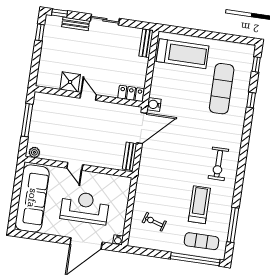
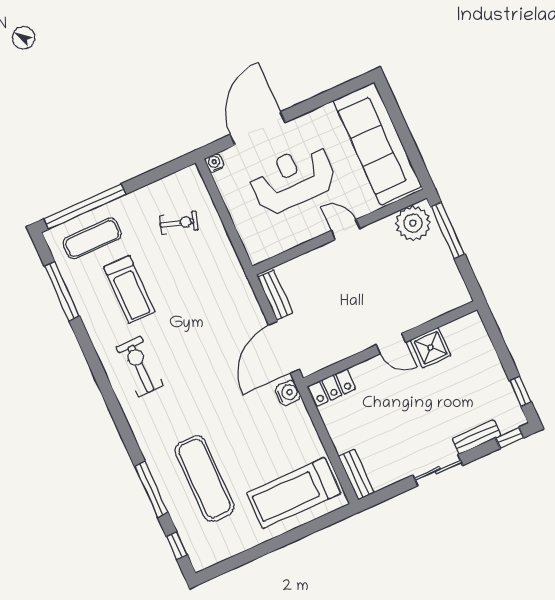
window: (251, 100) -> (151, 489), width x2.17
window: (27, 120) -> (448, 230), moved
plant: (34, 152) -> (413, 223), width x1.88, depth x1.88
reception desk: (85, 208) -> (293, 179), turned 180

